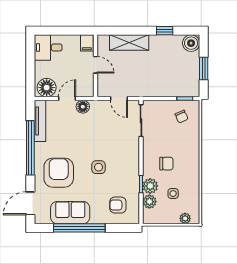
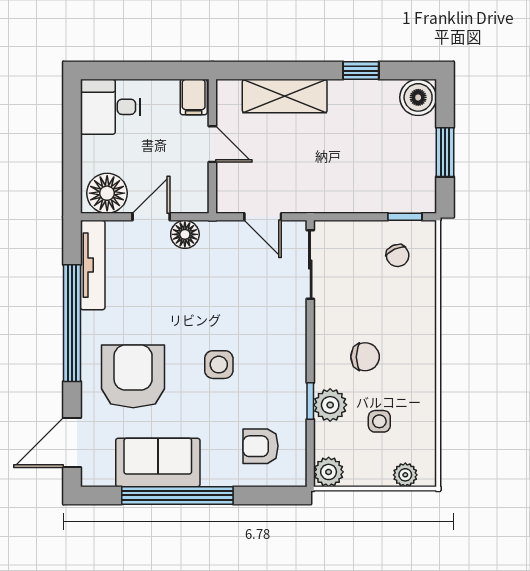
plant: (149, 202) -> (329, 472), moved

